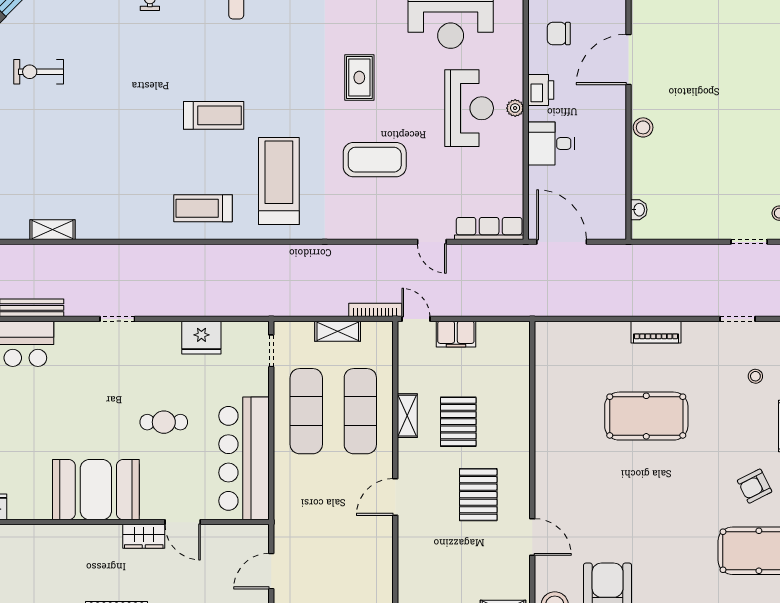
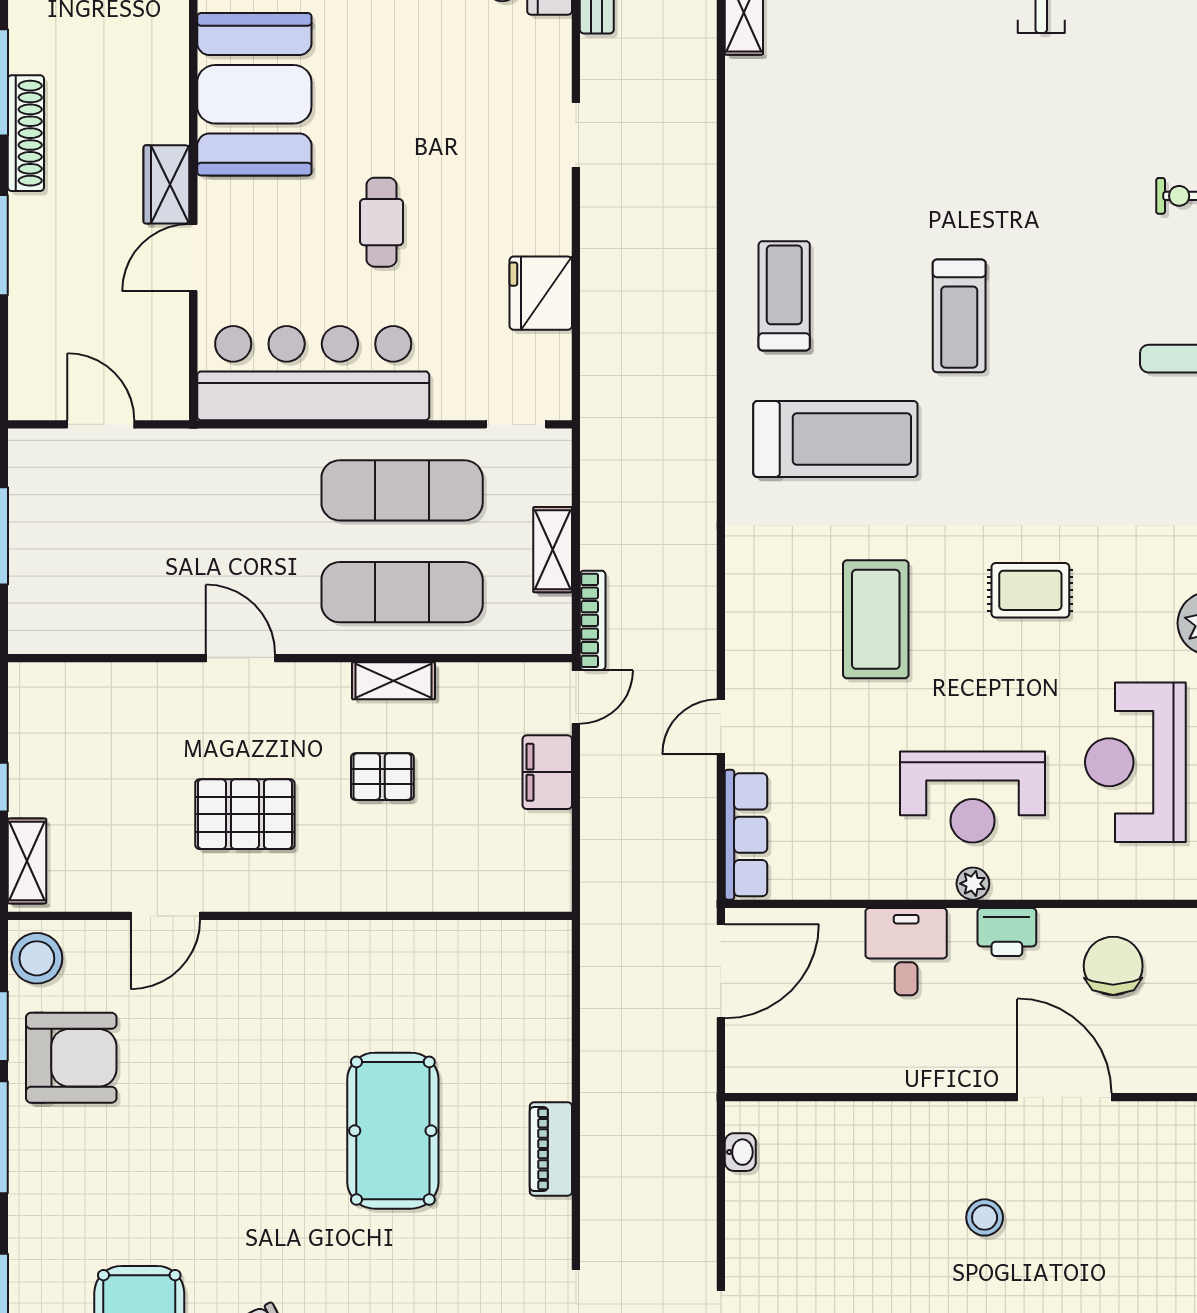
chair: (559, 34) -> (1113, 966), width x1.37, depth x1.37
stool: (643, 127) -> (985, 1217), moved
washbasin: (639, 210) -> (740, 1152), moved, turned -90
pallet: (458, 422) -> (382, 777), width x0.67, depth x0.71

